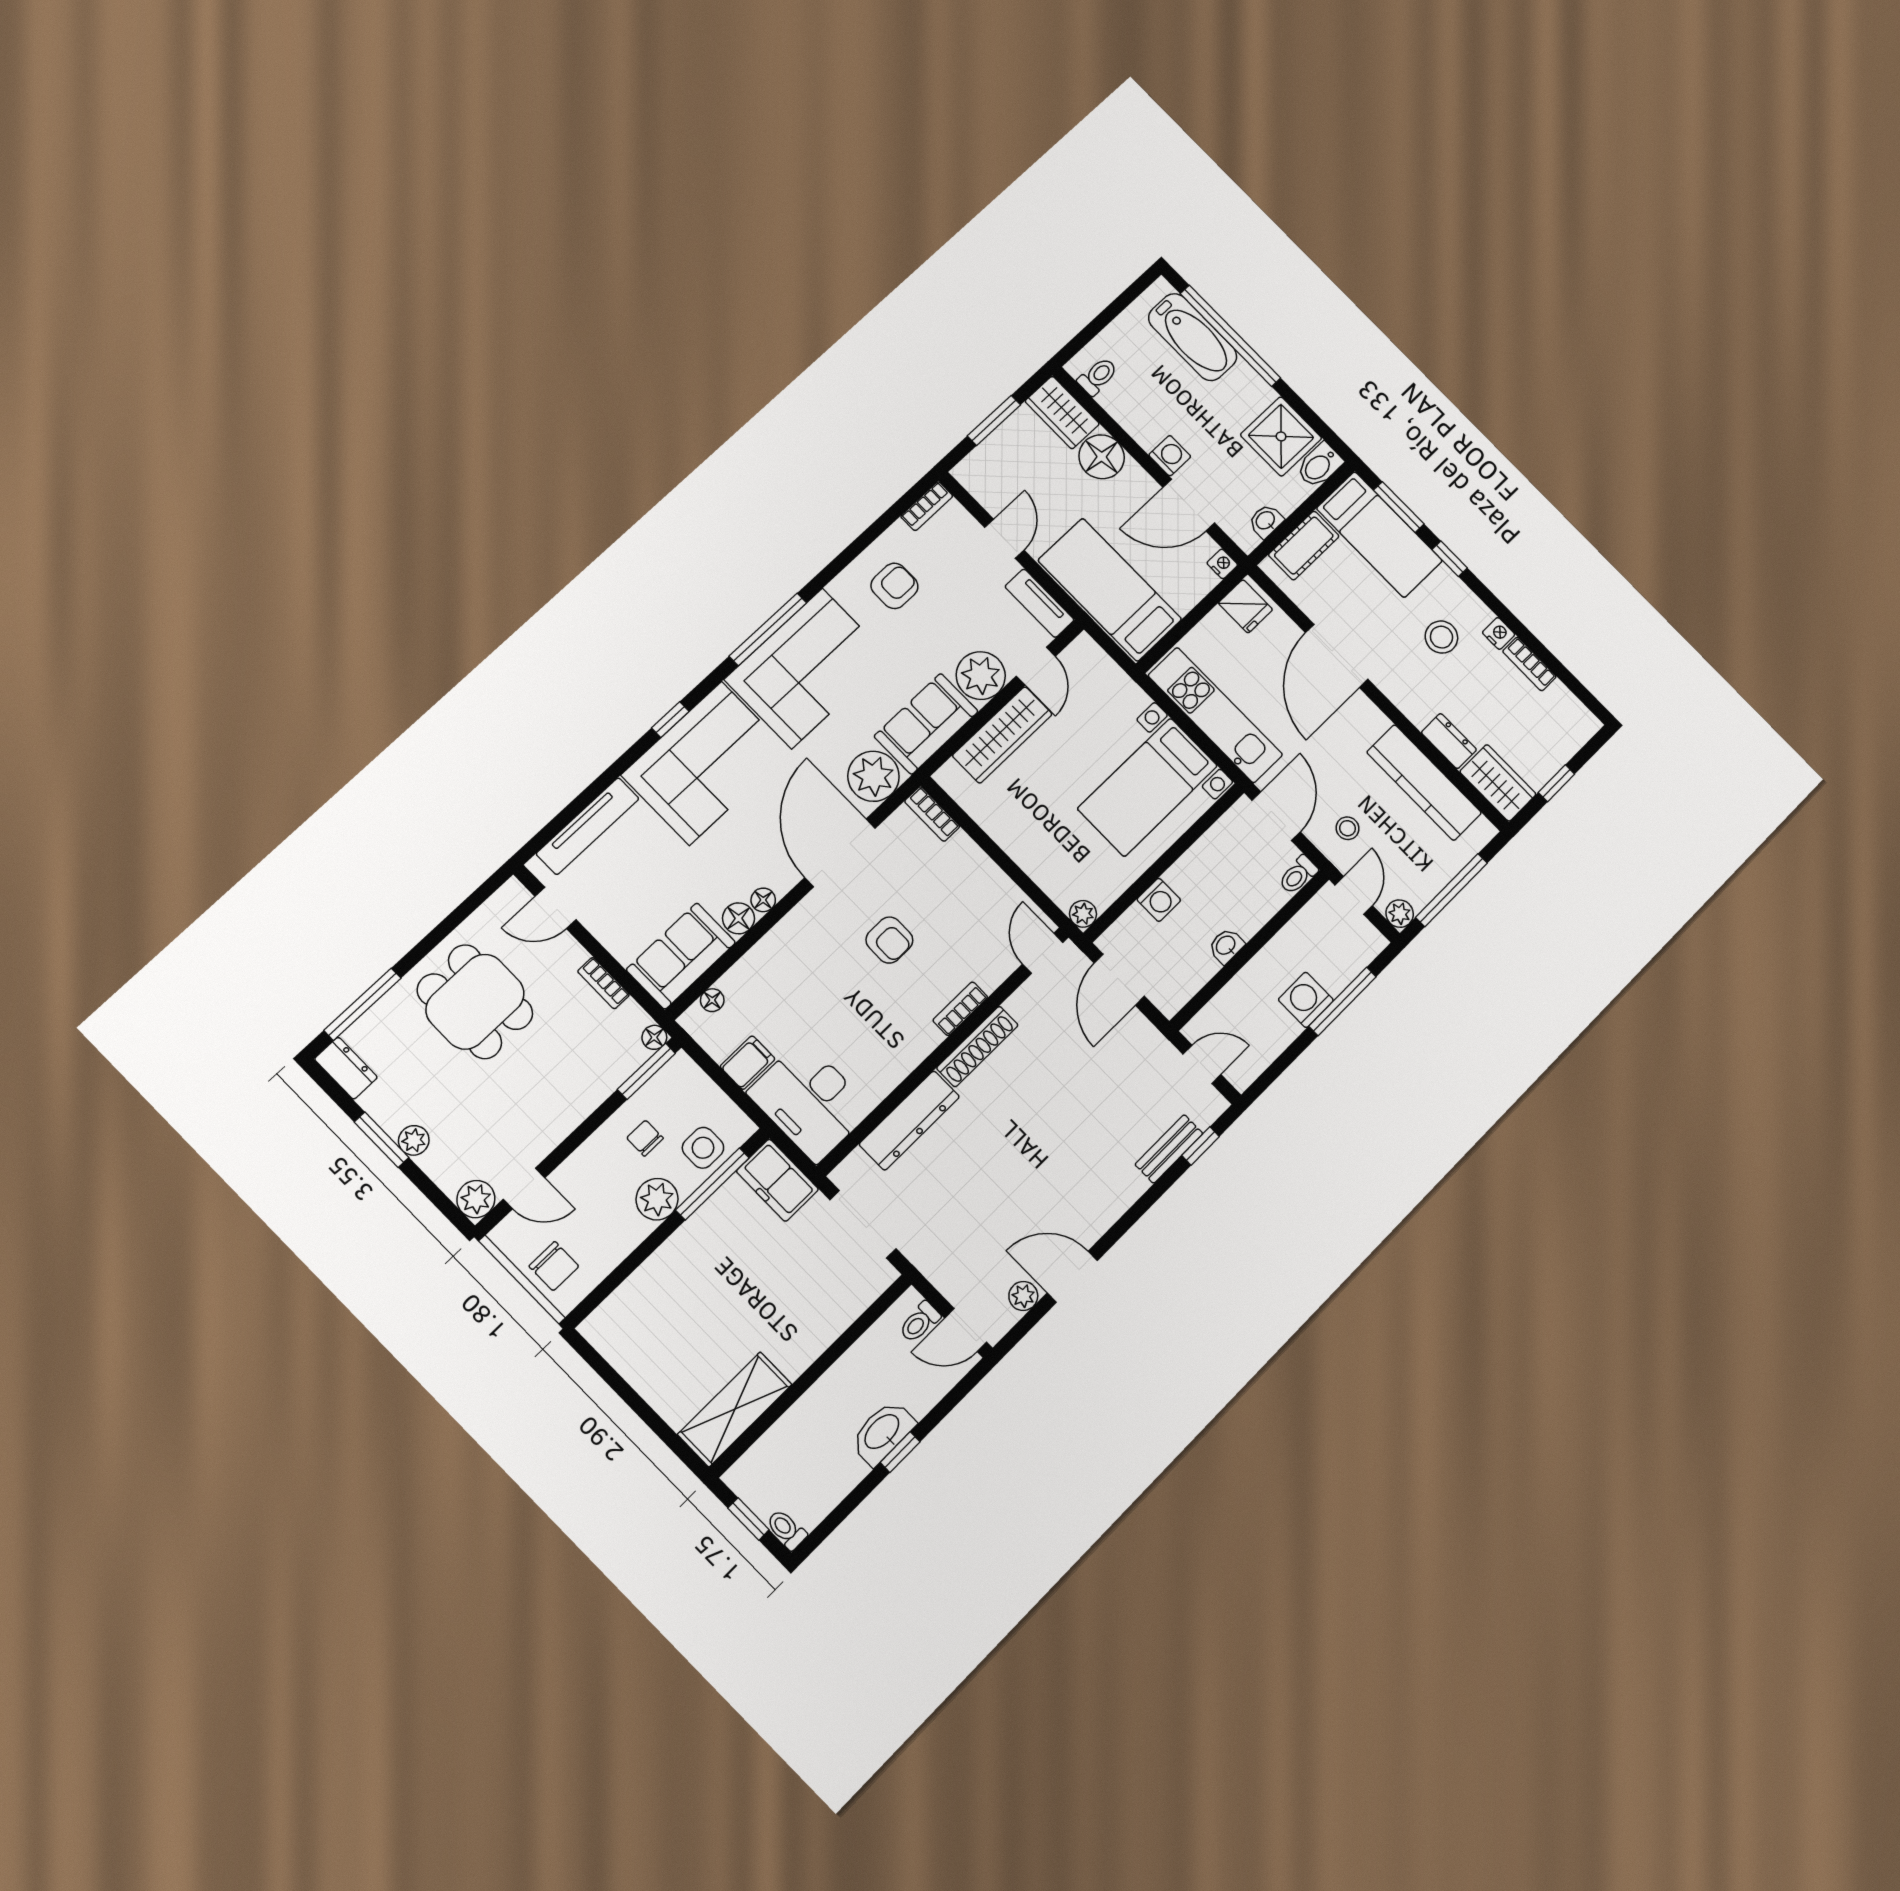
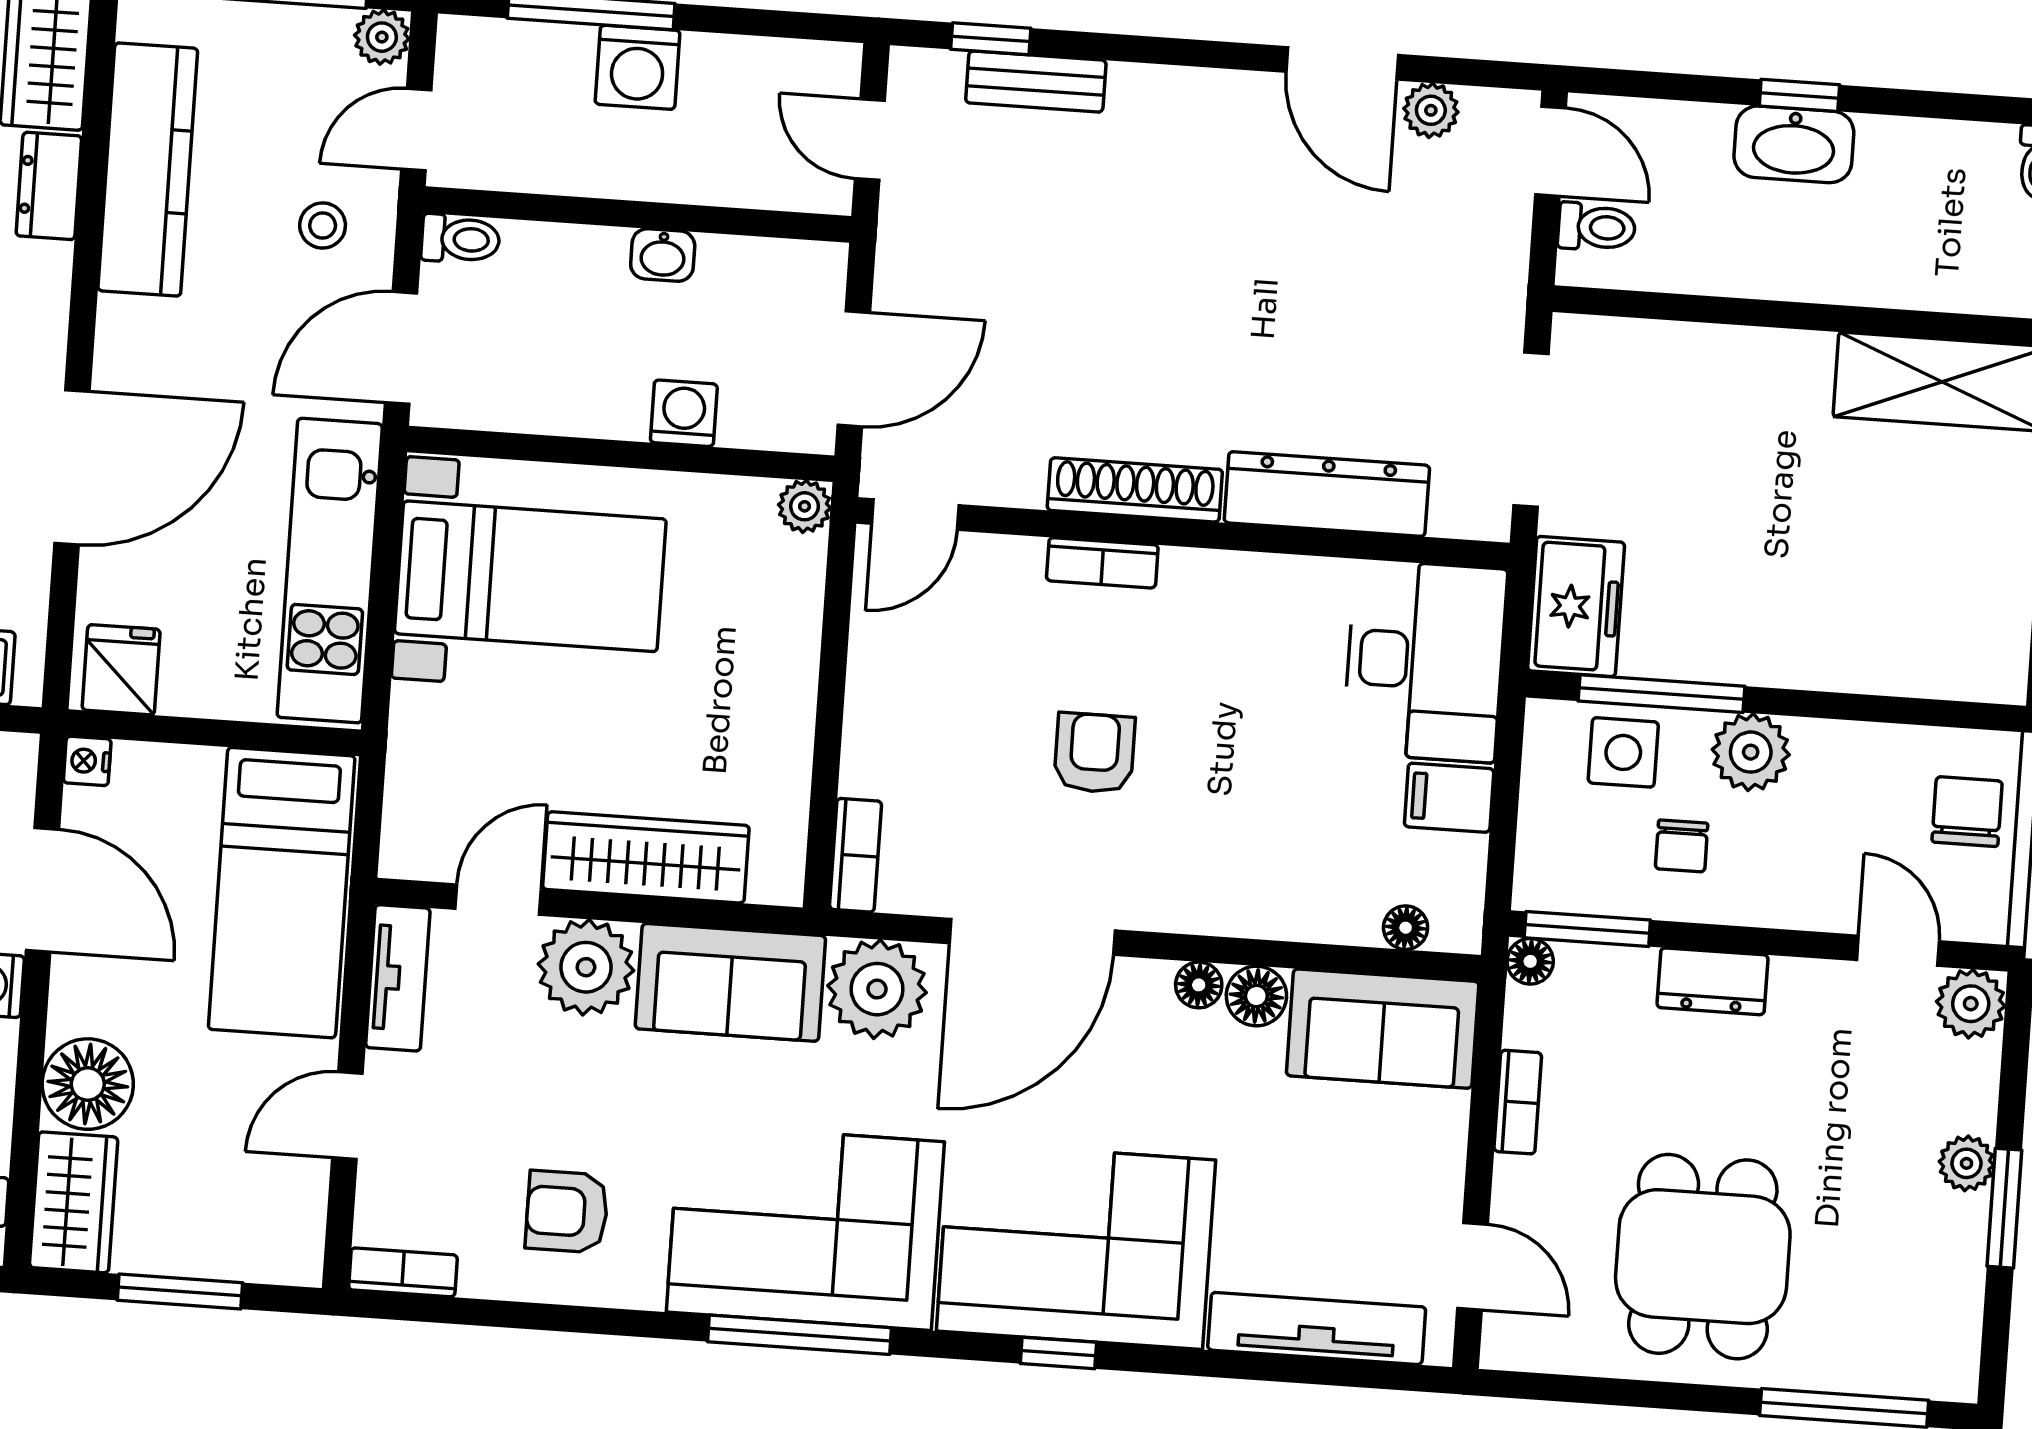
dresser: (346, 1068) -> (1713, 981), moved, turned -90

